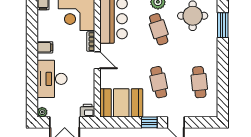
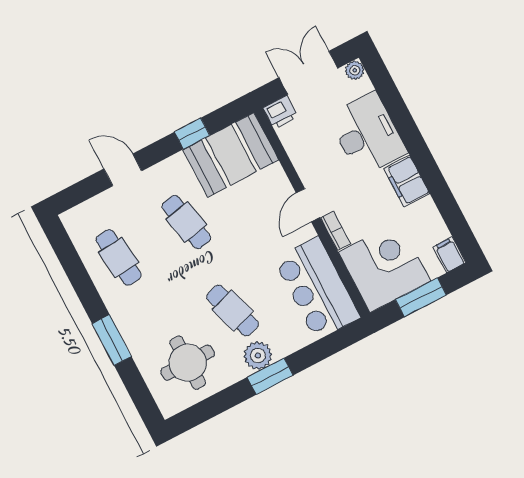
window: (223, 25) -> (112, 340), moved
filing cabinet: (45, 47) -> (407, 181), width x2.00
door: (97, 60) -> (308, 205), hinge flipped
window: (149, 122) -> (192, 134), moved

